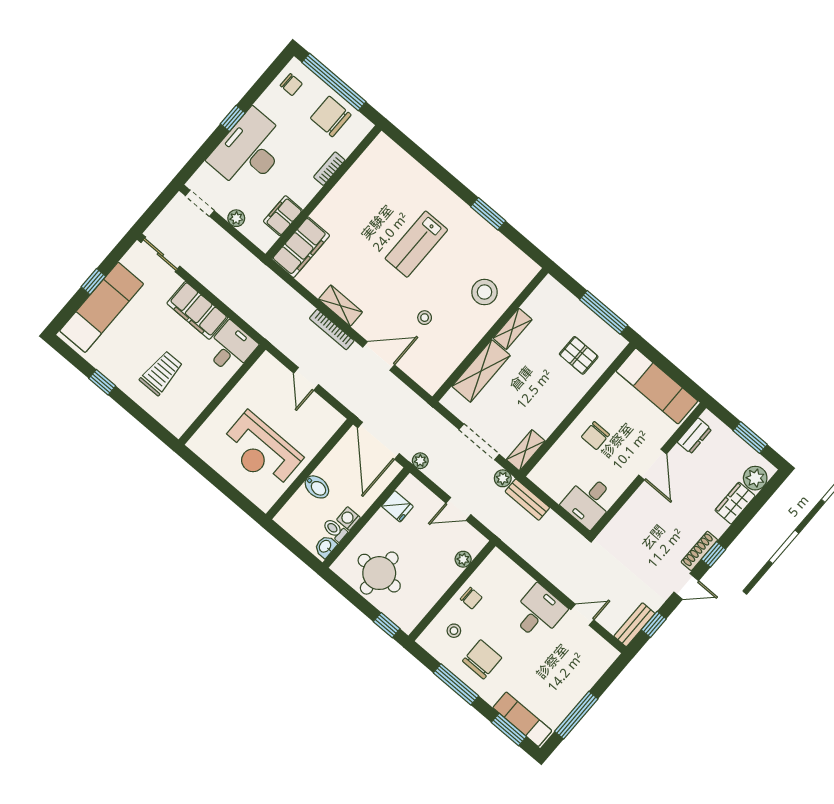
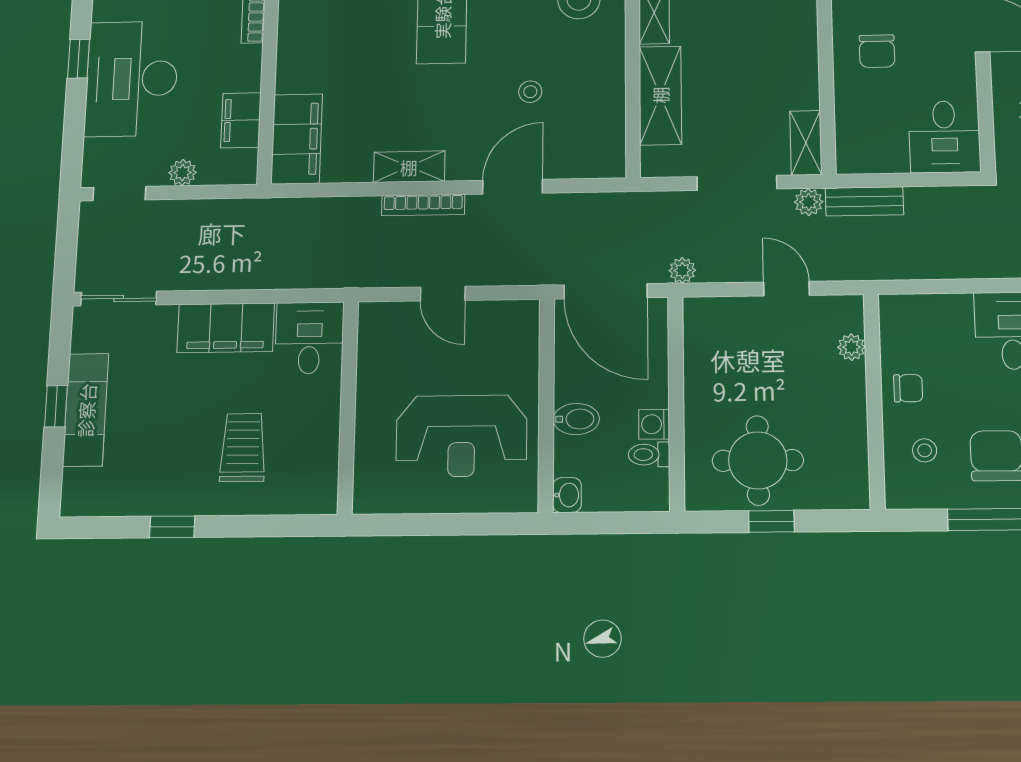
exam couch: (102, 307) -> (86, 410), width x0.73, depth x0.69
fridge: (397, 506) -> (704, 353), removed
door: (458, 509) -> (787, 289), swing flipped
washbasin: (325, 547) -> (567, 495), moved, turned 180
window: (387, 625) -> (771, 521), moved

